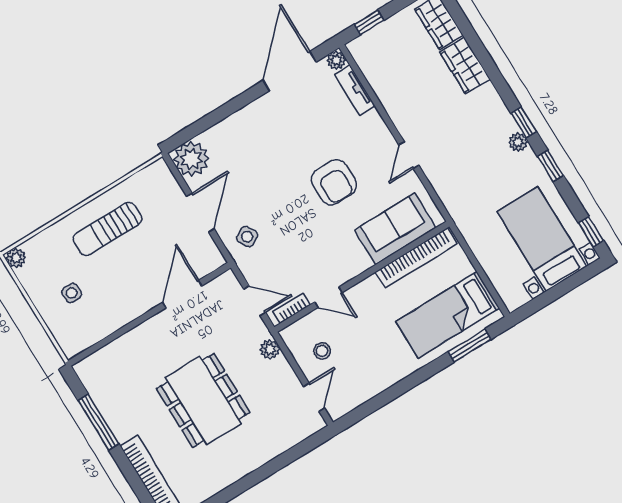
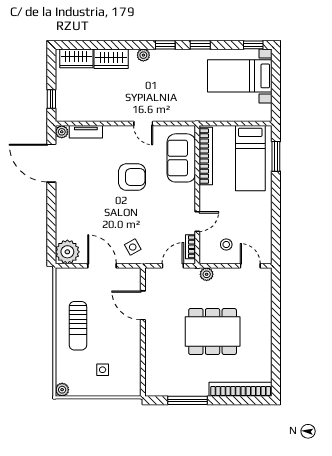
plant: (518, 142) -> (143, 55), moved

